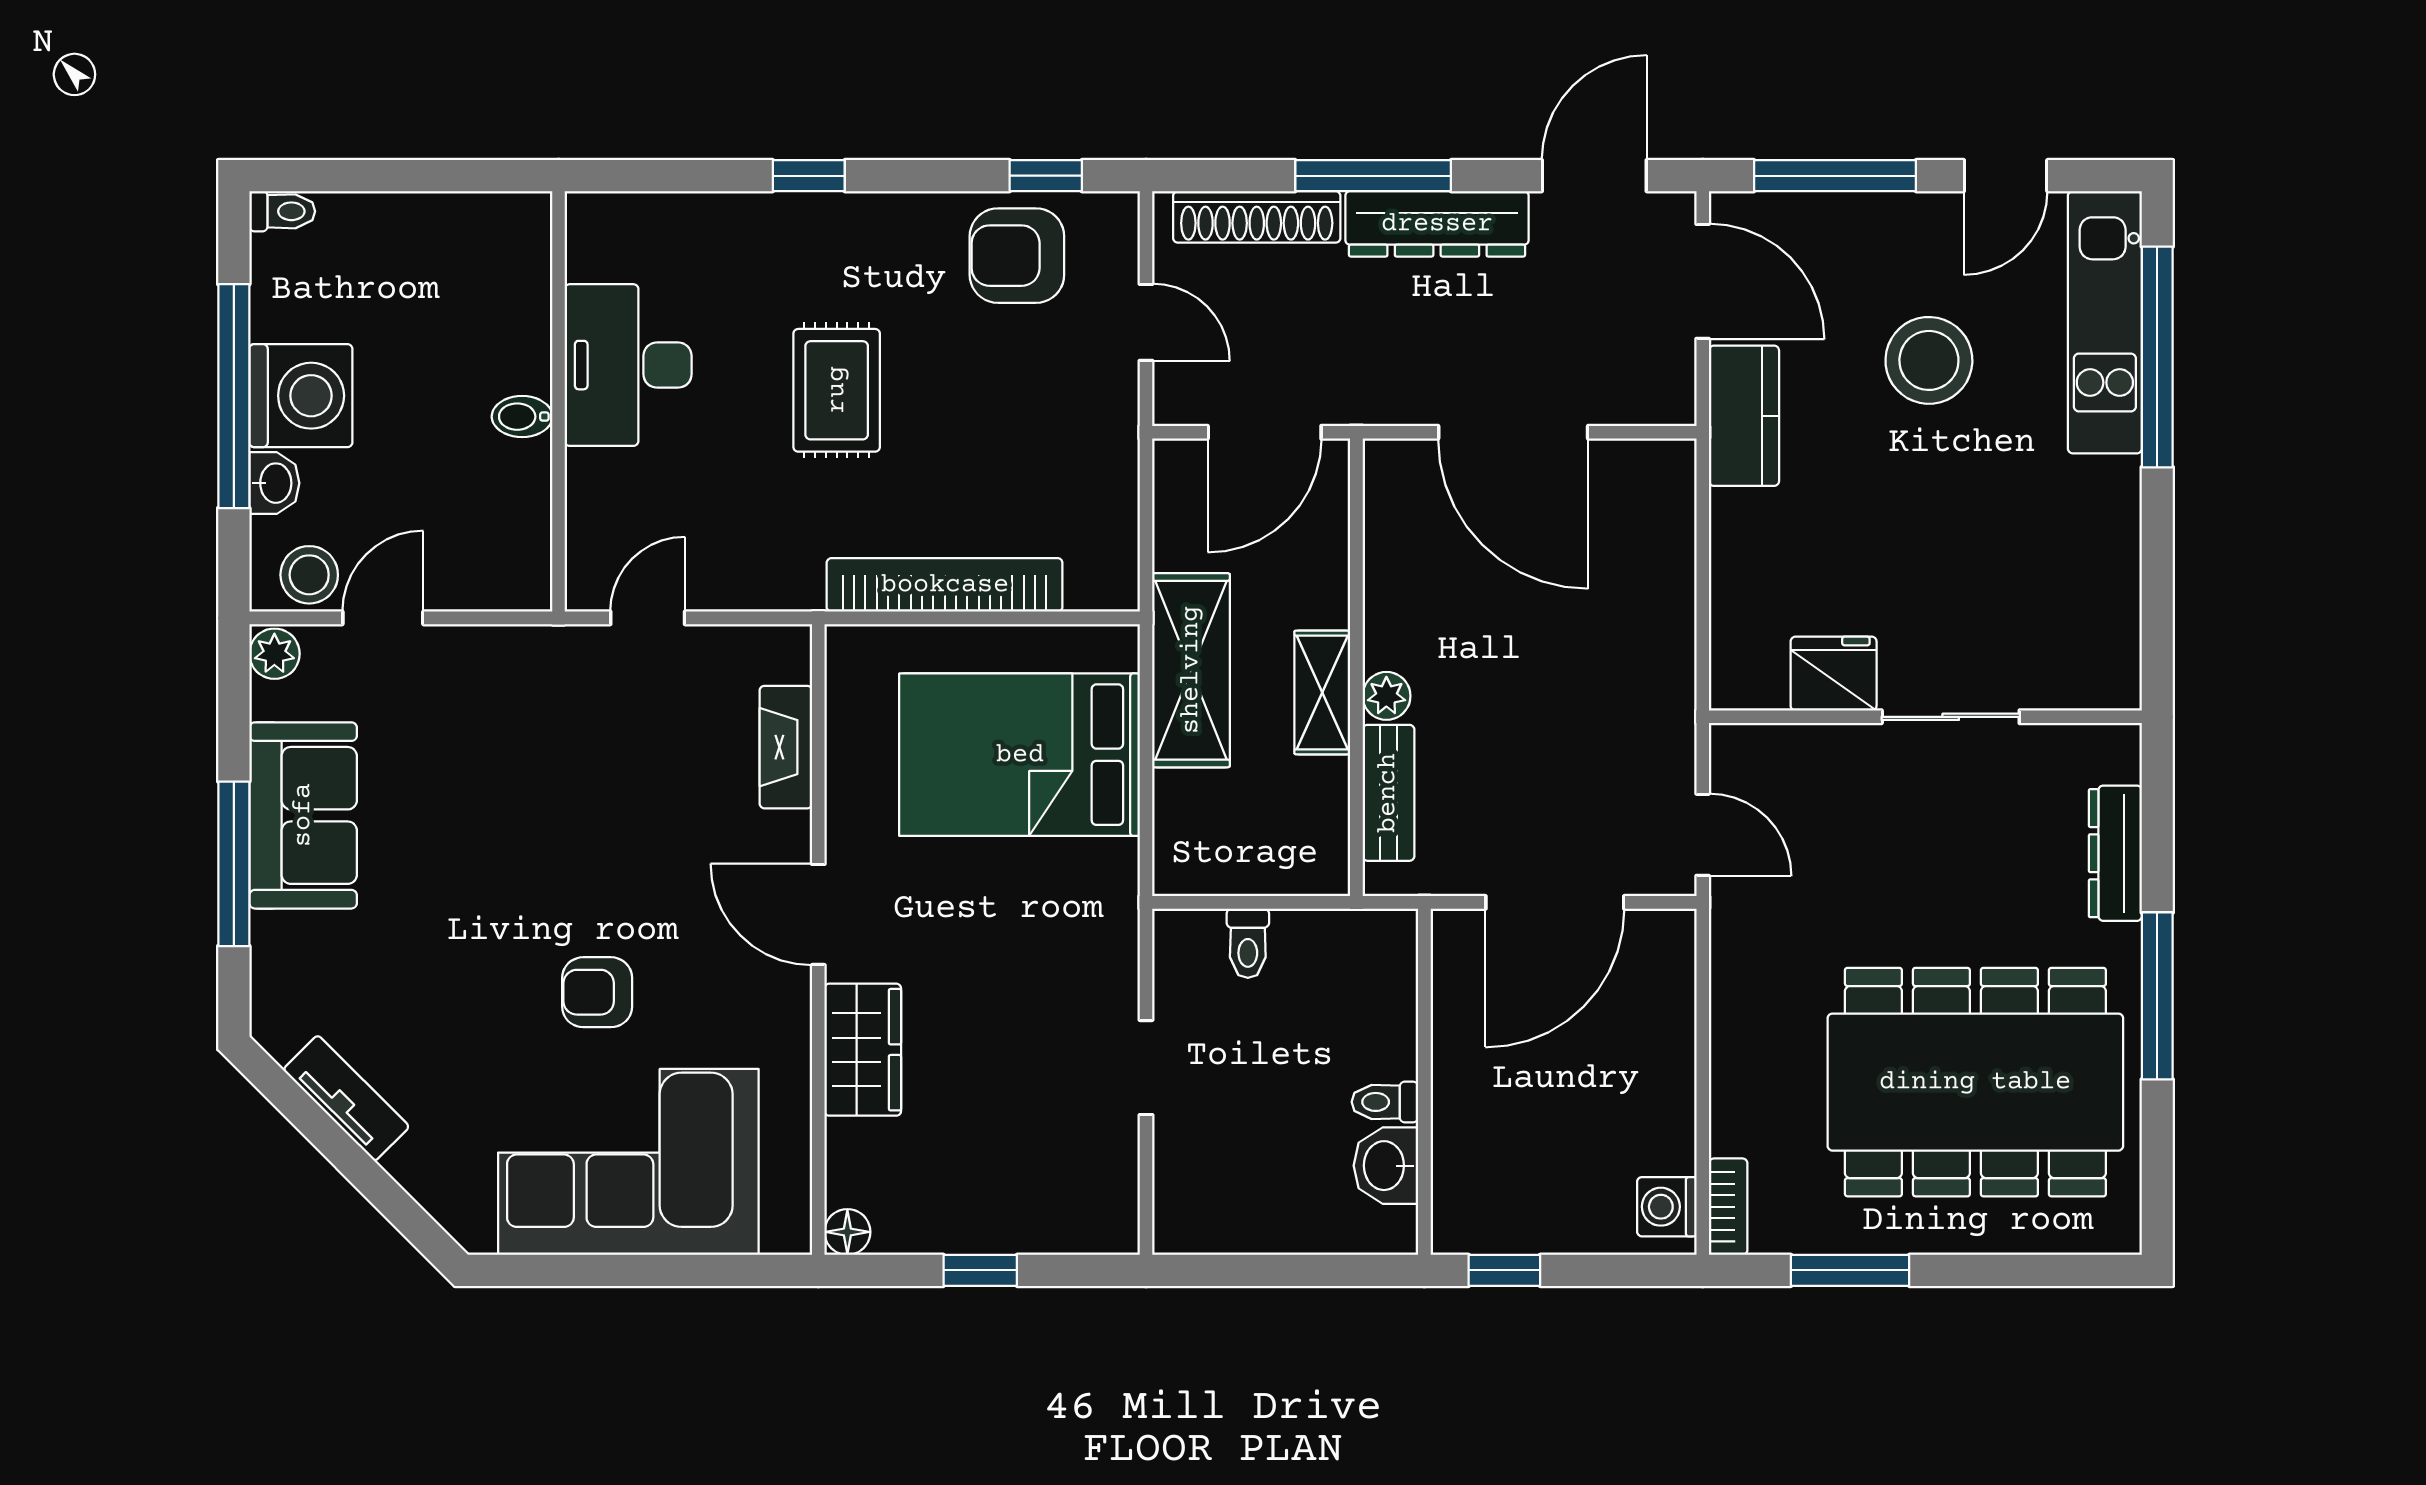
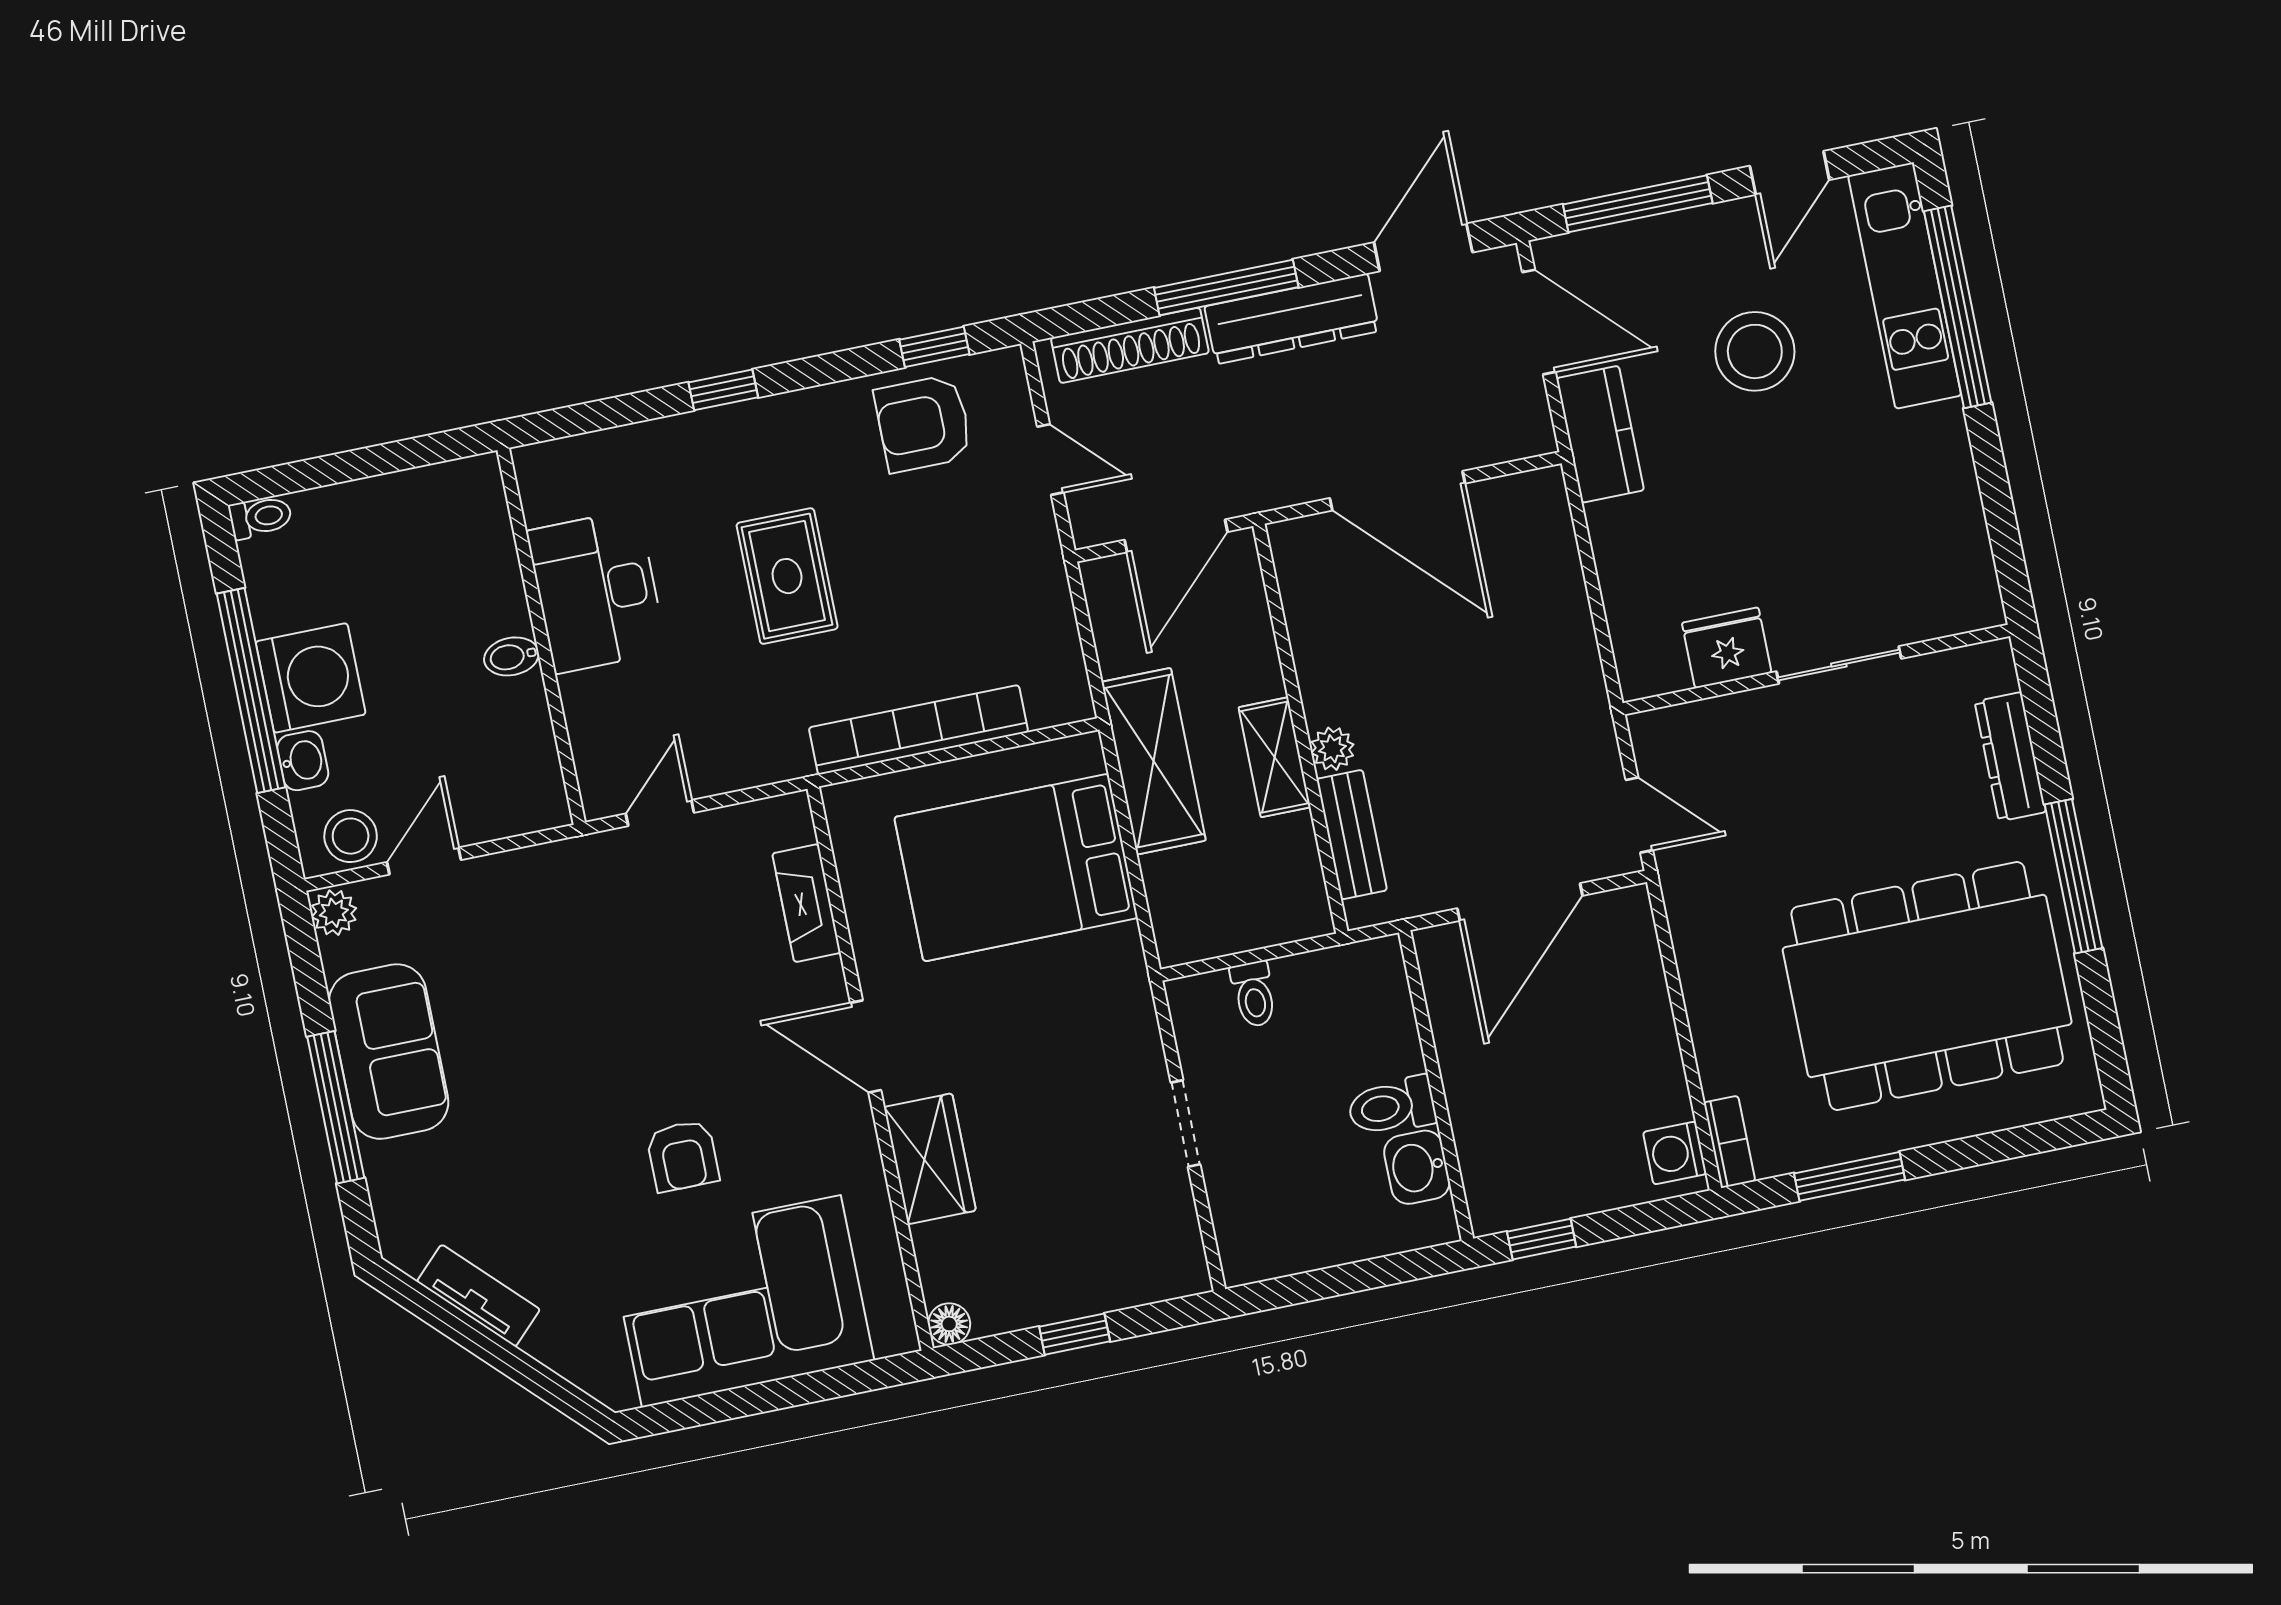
armchair: (597, 992) -> (683, 1156), turned -90
toilet: (1385, 1102) -> (1392, 1106), width x1.37, depth x1.39

